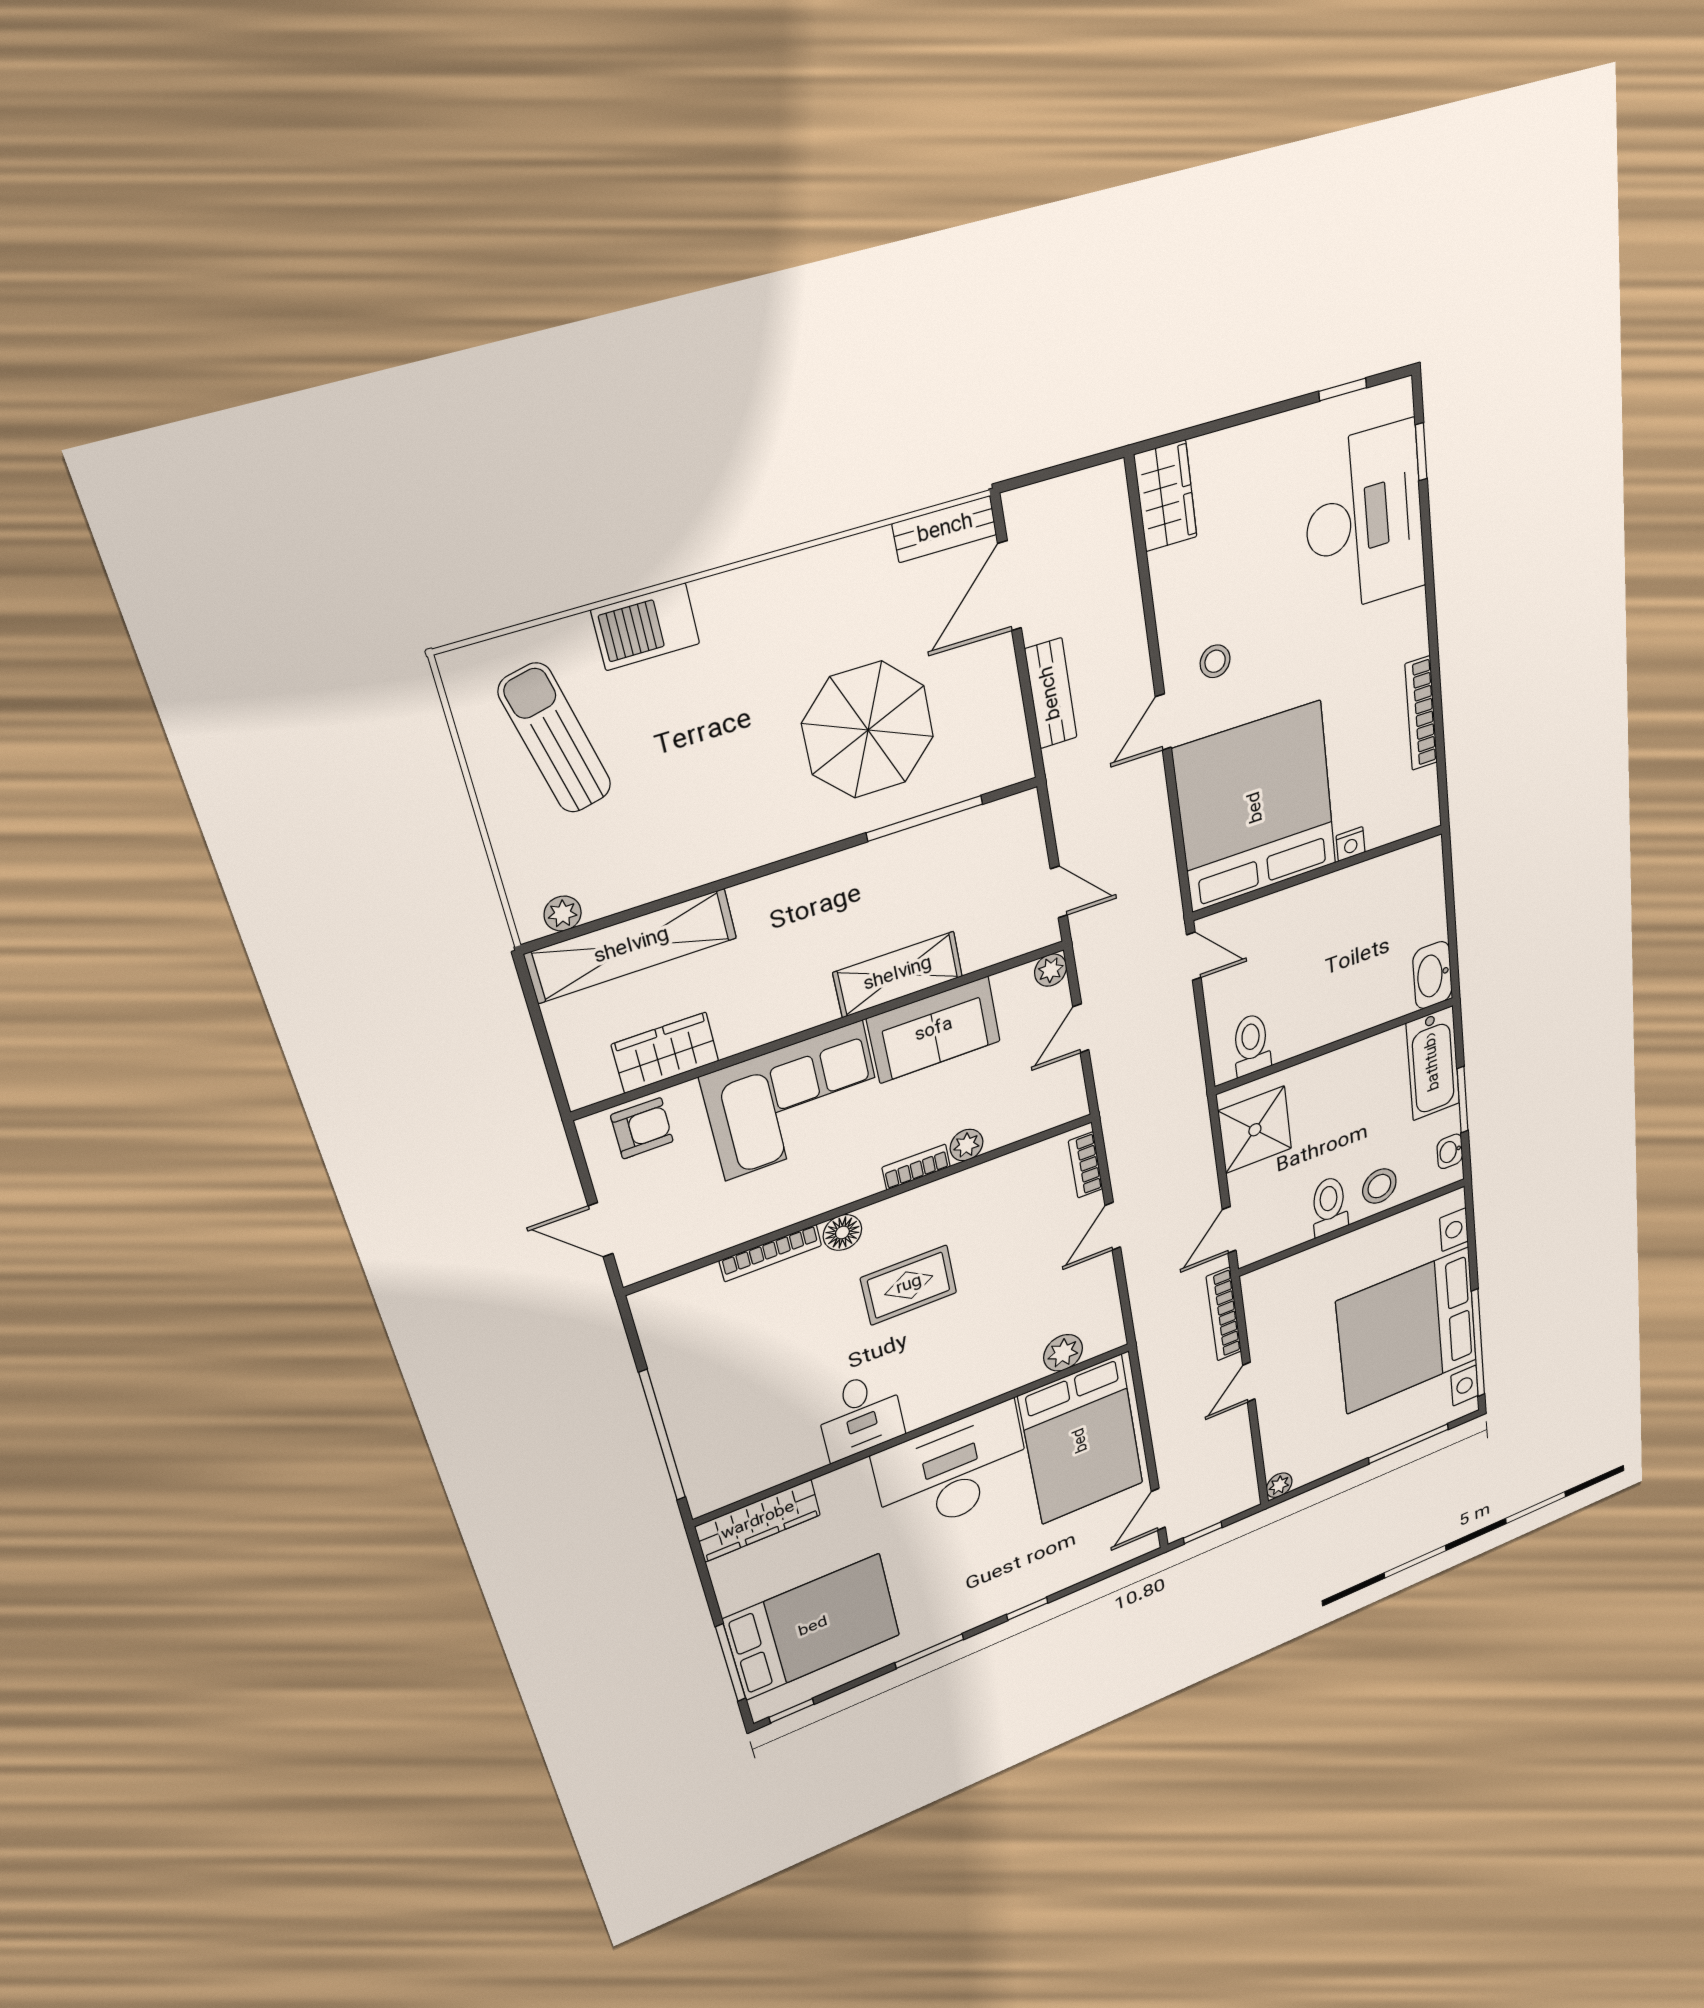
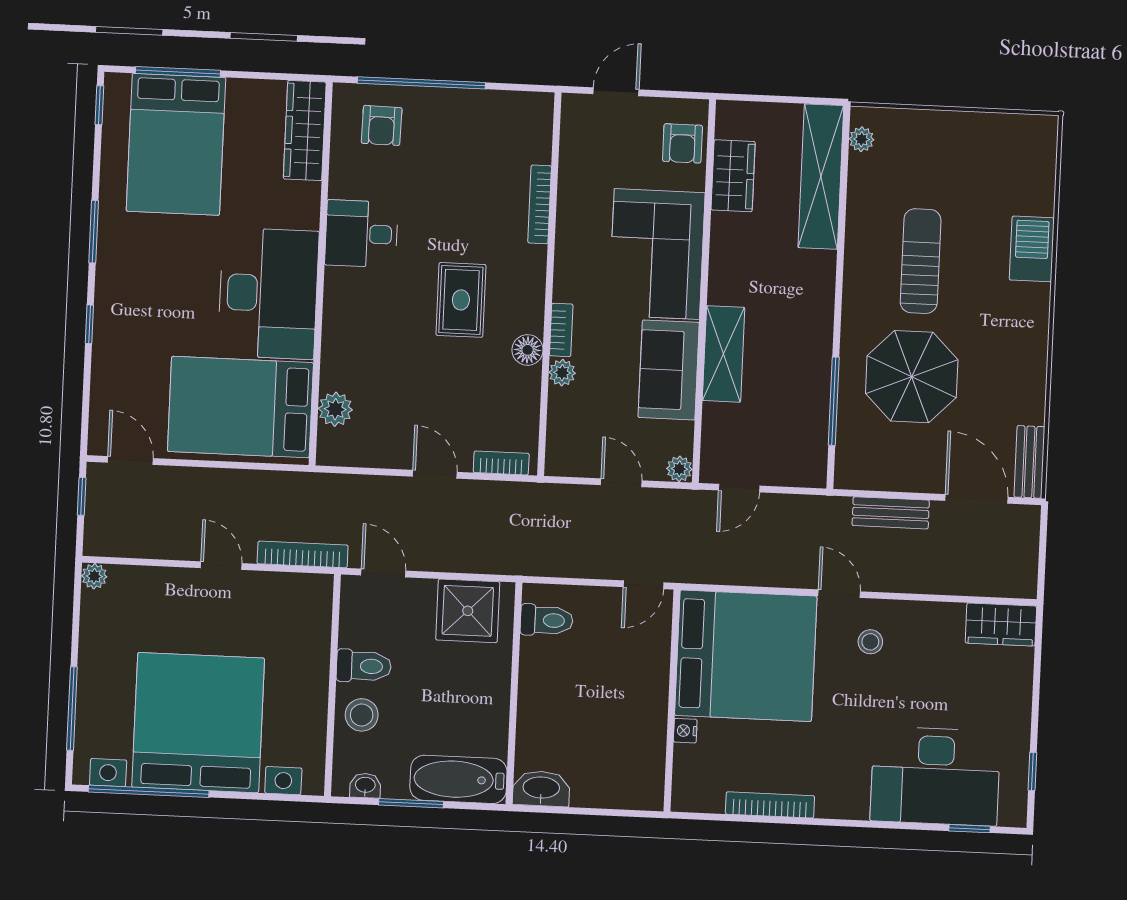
sun lounger: (555, 739) -> (921, 261), moved, turned -77
floor lamp: (842, 1233) -> (528, 350), moved
armchair: (727, 1452) -> (382, 125), added

